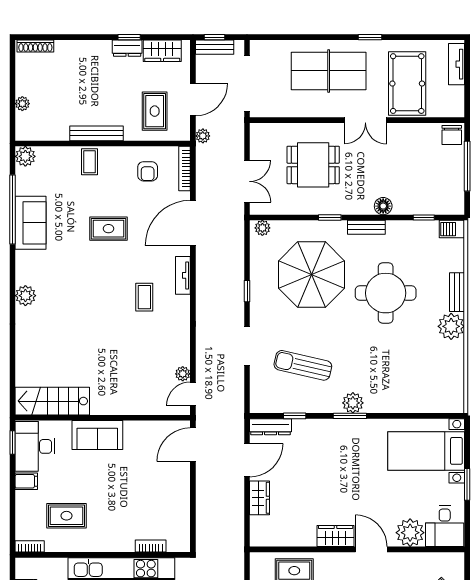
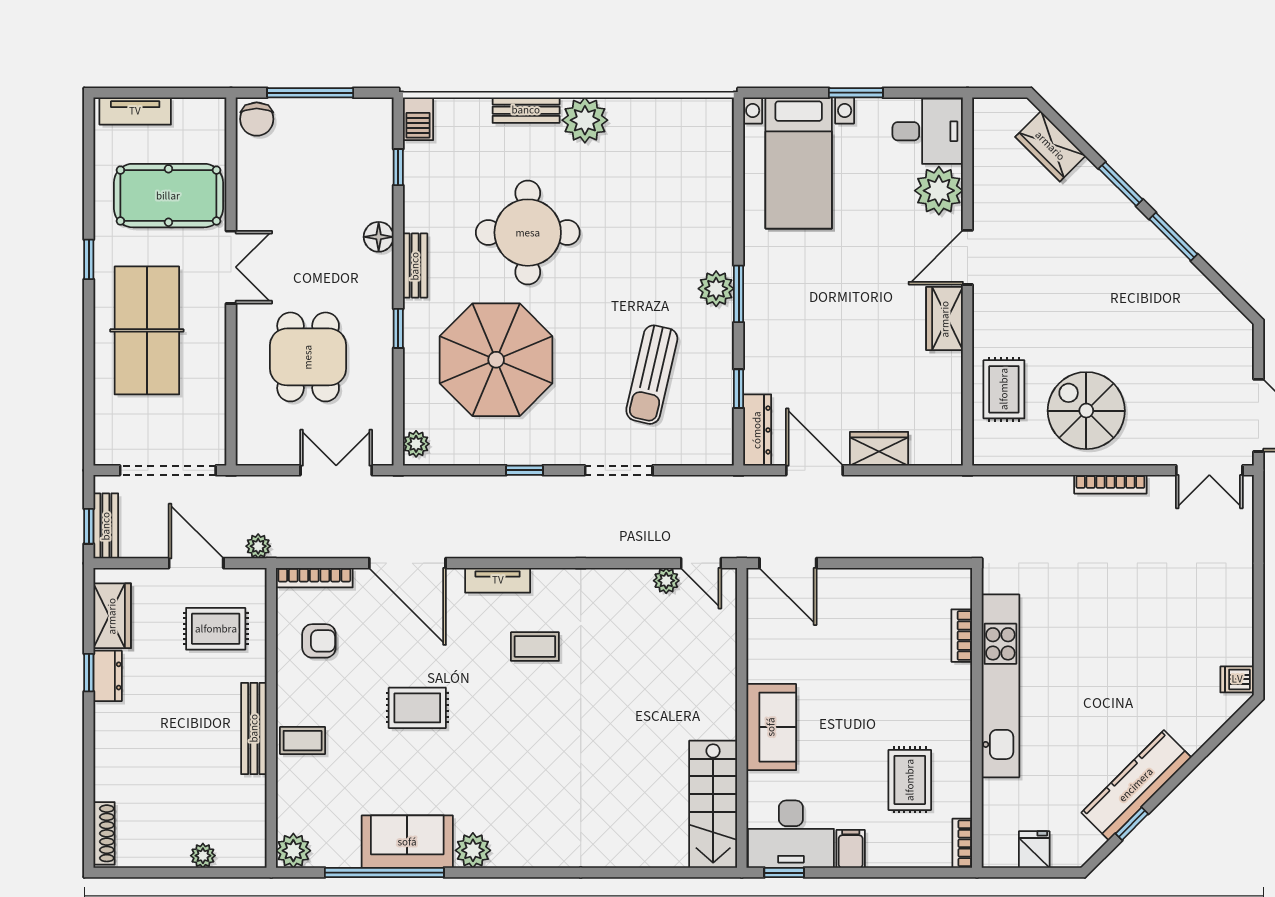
chair: (452, 135) -> (257, 119), turned 90
rug: (109, 229) -> (417, 708), turned 90
plant: (25, 296) -> (473, 850), moved

